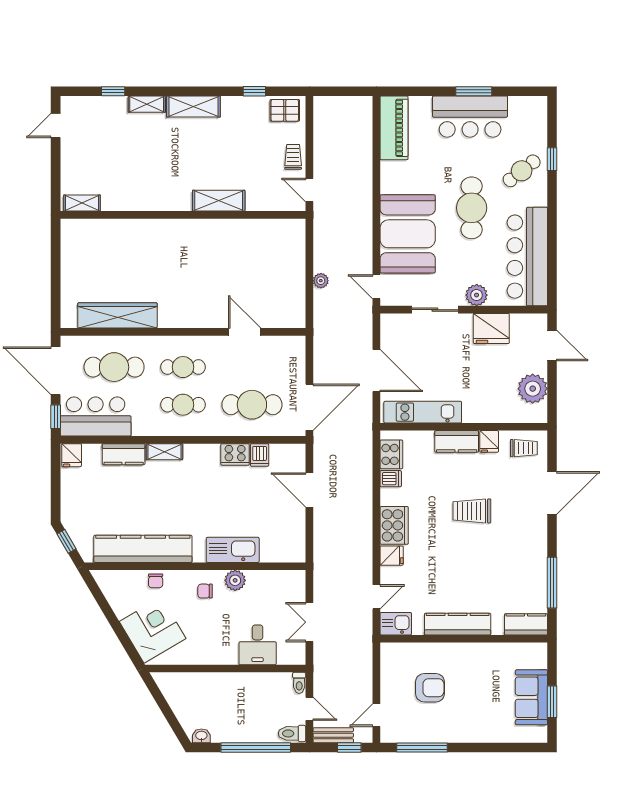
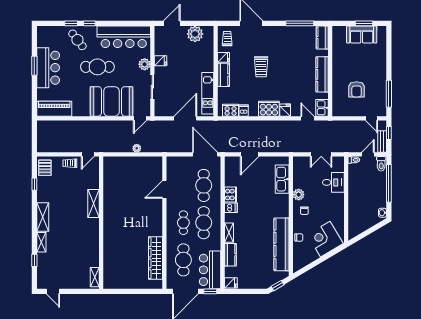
window: (552, 193) -> (89, 23), added
fridge: (491, 329) -> (161, 61), width x0.53, depth x0.75
cafe table: (183, 405) -> (204, 223), width x1.37, depth x1.35
dishwasher: (260, 455) -> (231, 208), moved
kitchen sink: (233, 550) -> (282, 179), moved
armchair: (430, 688) -> (357, 89), turned 180

